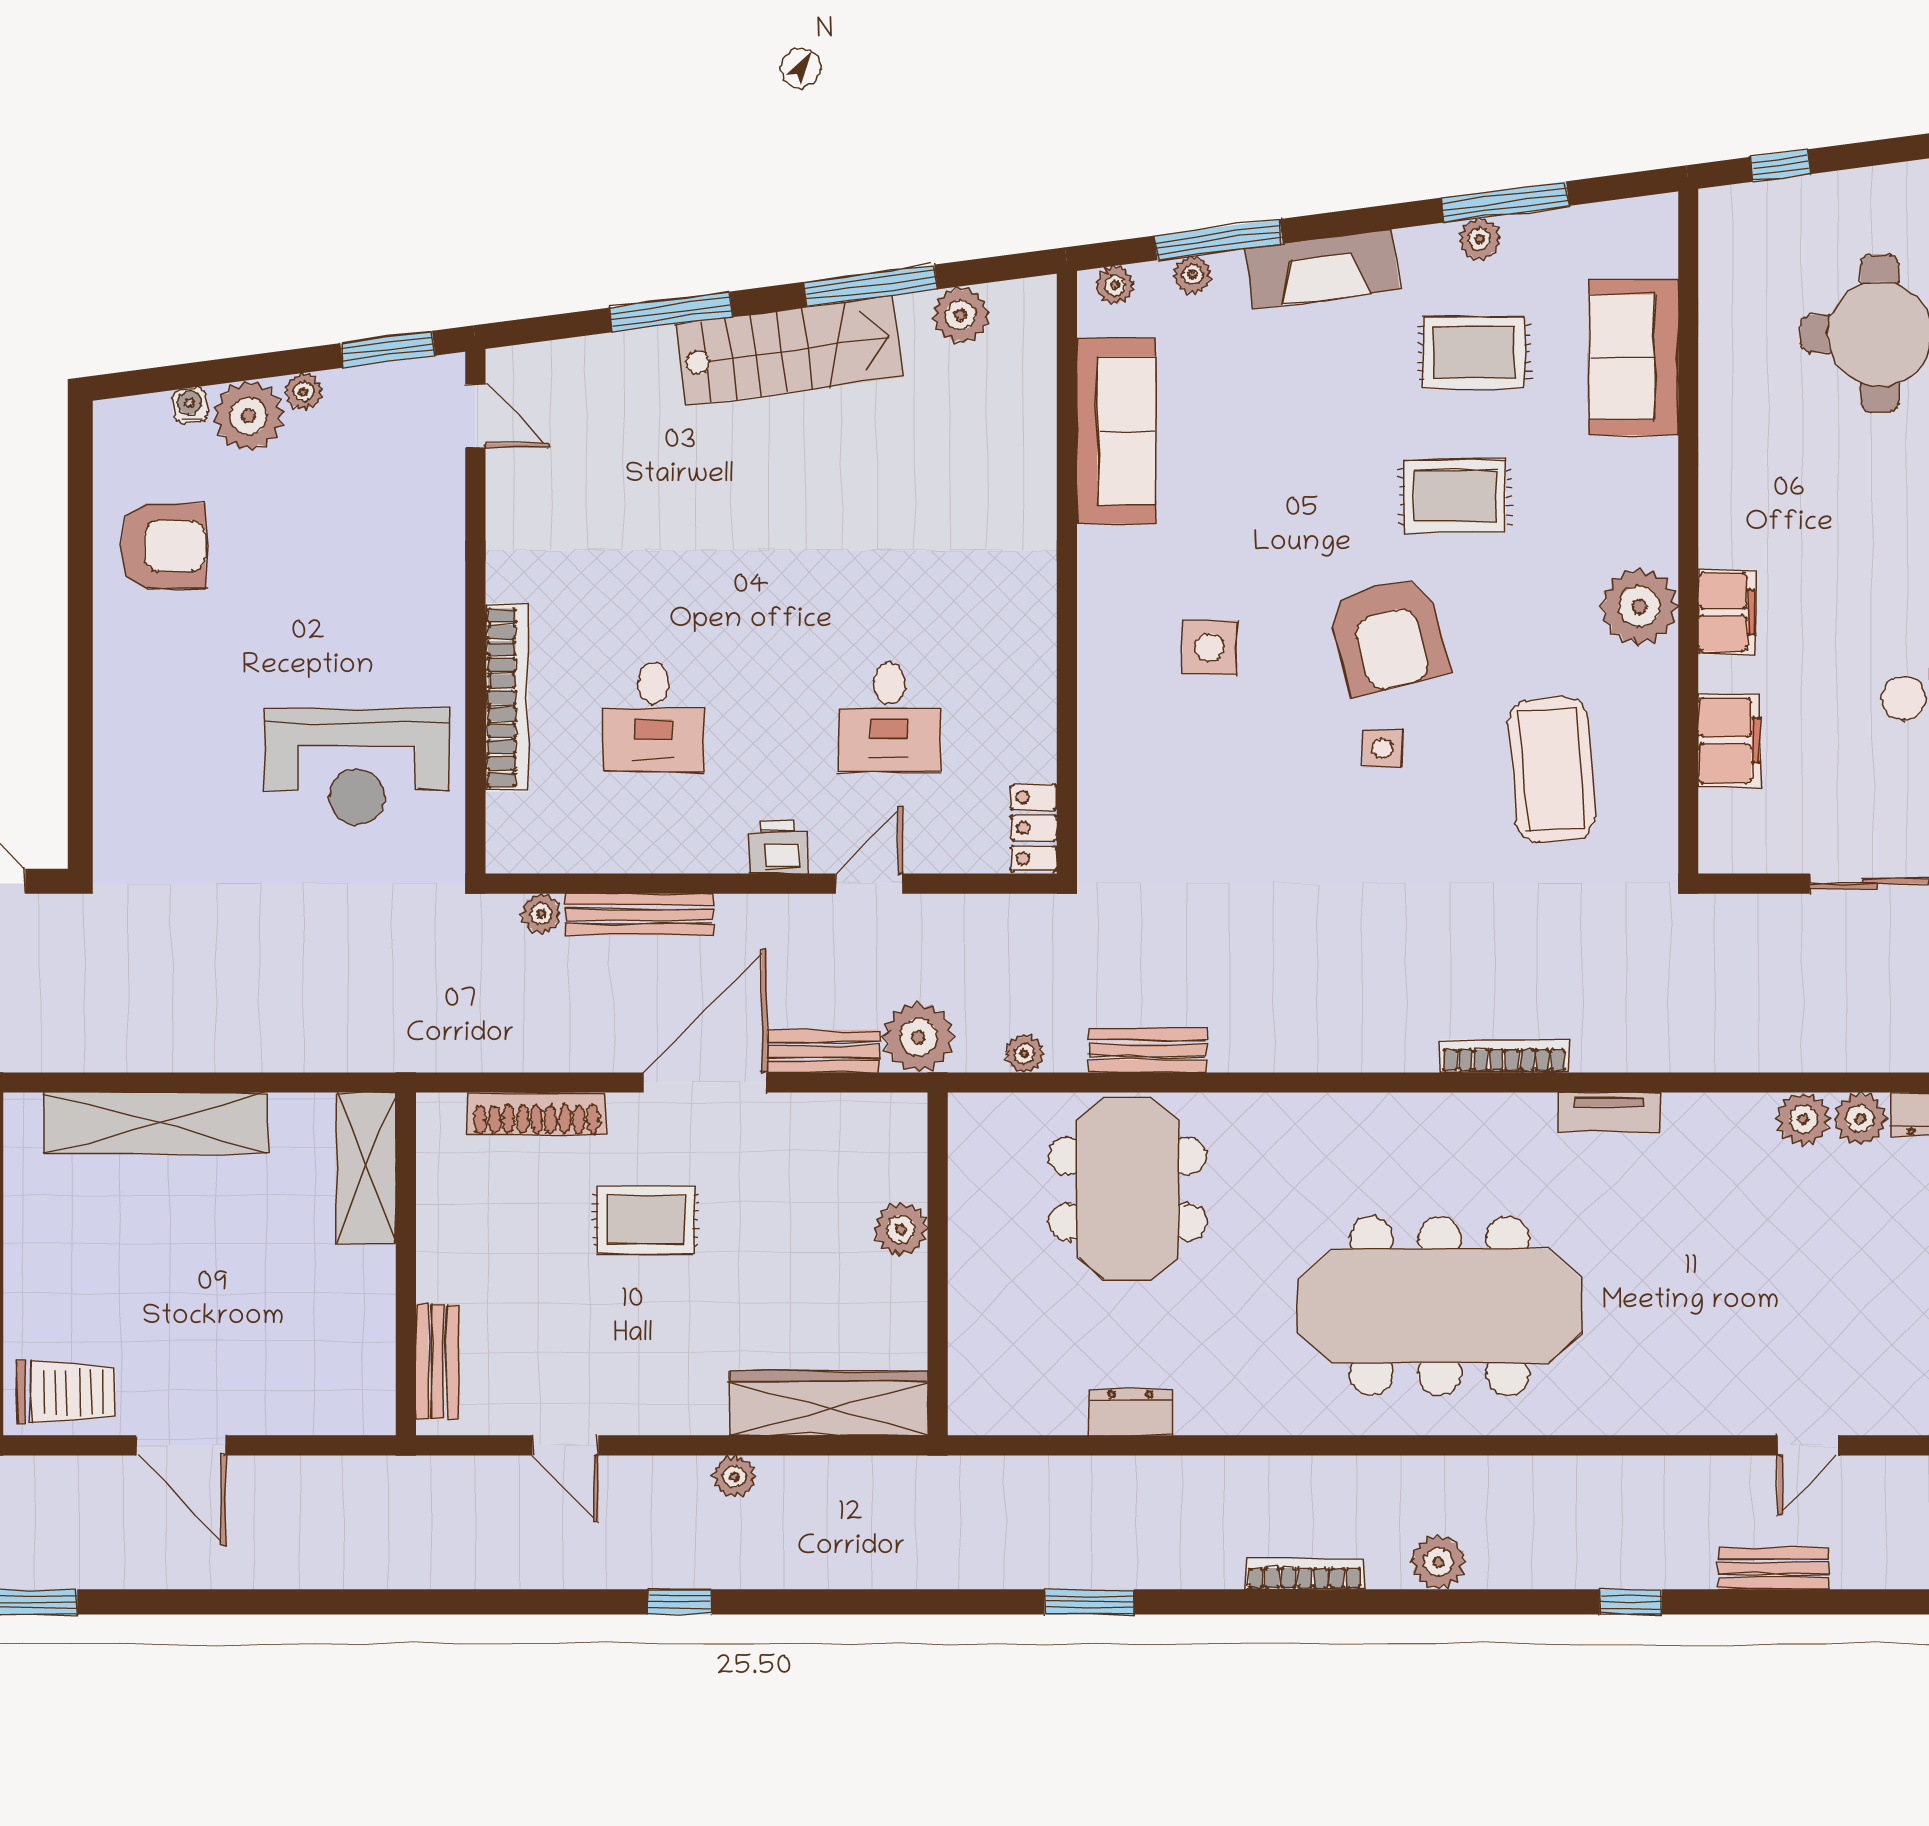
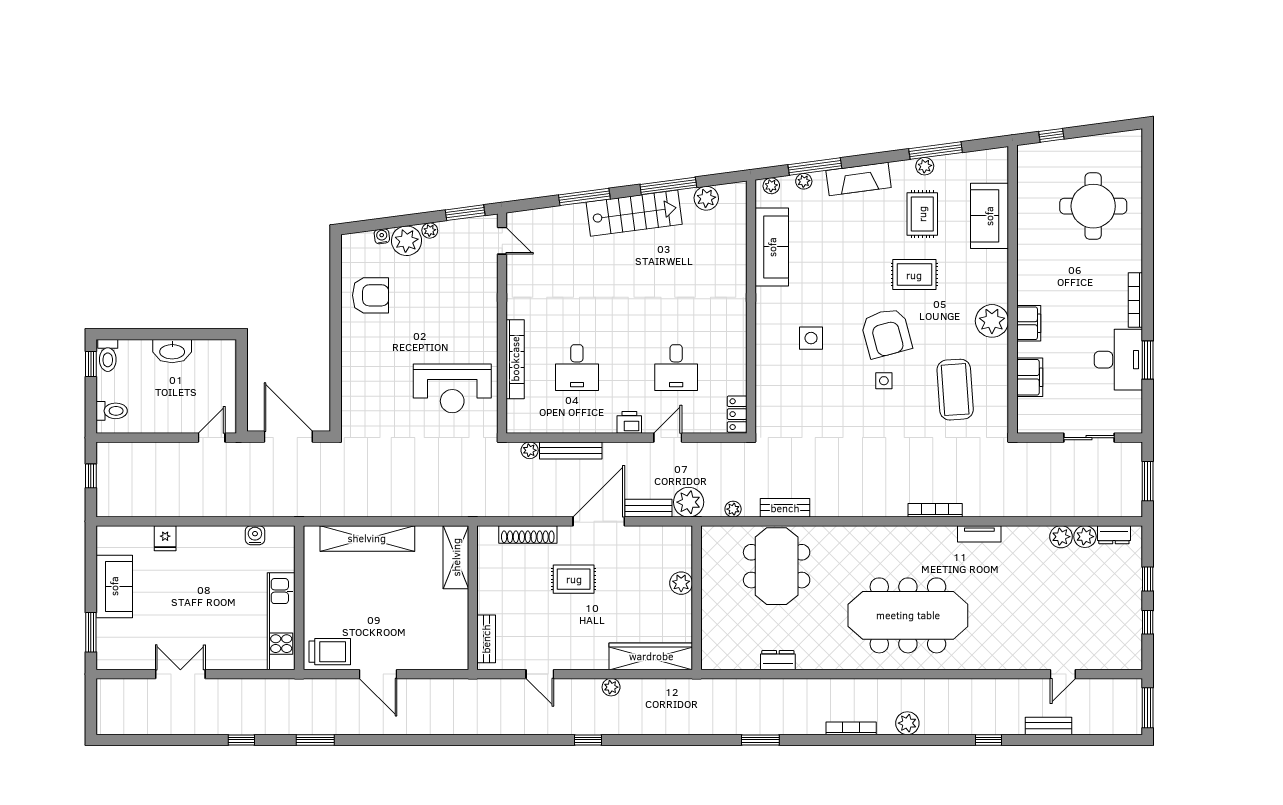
rug: (1474, 352) -> (922, 214), turned 90

